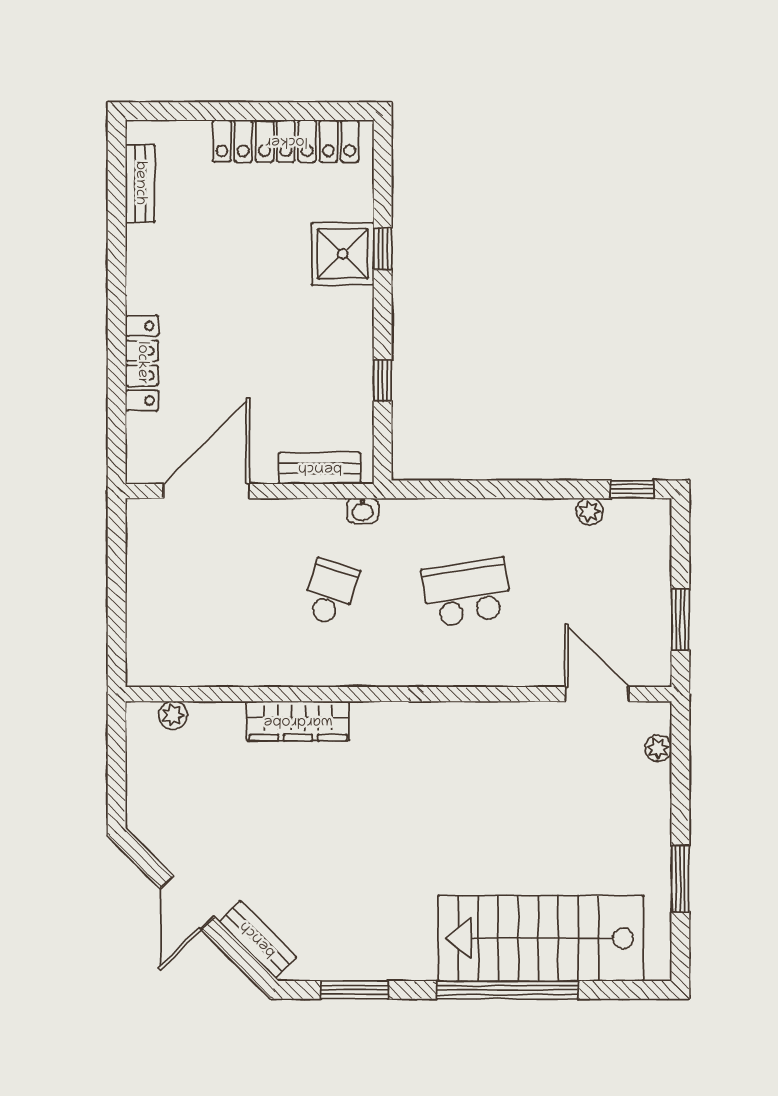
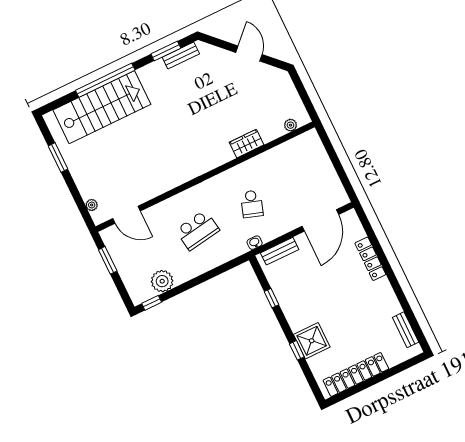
plant: (589, 511) -> (162, 281), width x1.88, depth x1.88
wardrobe: (298, 721) -> (247, 144), width x0.67
bench: (258, 939) -> (181, 55), moved, turned -45

